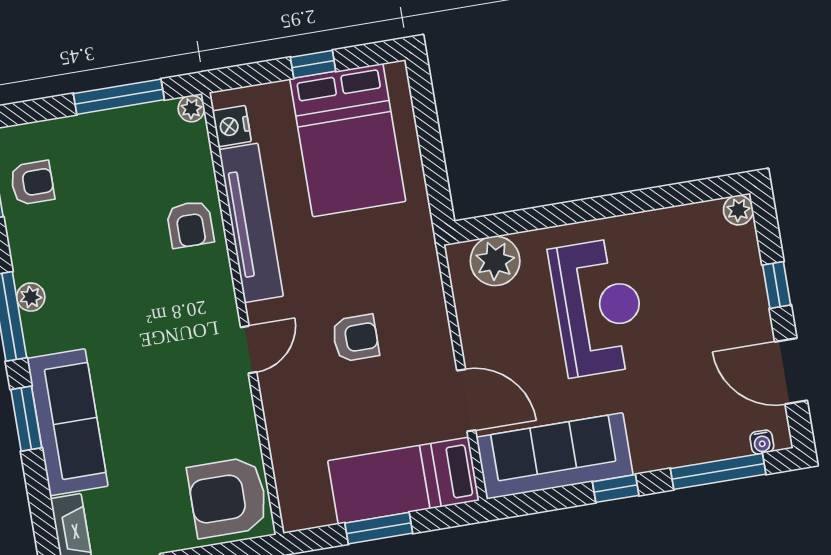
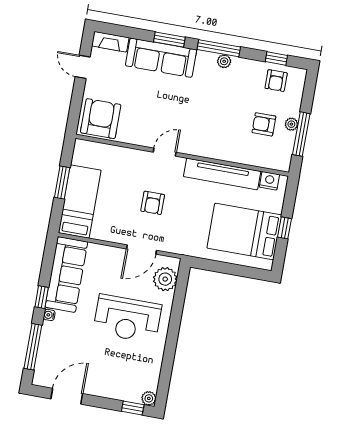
plant: (191, 109) -> (291, 124), moved
armchair: (190, 224) -> (264, 124), moved
window: (777, 285) -> (133, 408), moved
door: (249, 350) -> (165, 152), swing flipped
door: (466, 400) -> (141, 250), moved
water cooler: (762, 442) -> (49, 315), moved

